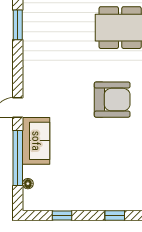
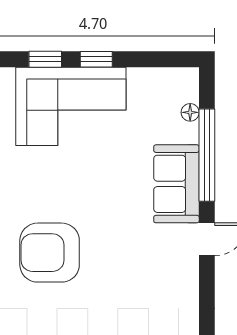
corner sofa: (99, 187) -> (71, 106), added
window: (62, 216) -> (96, 59), moved

